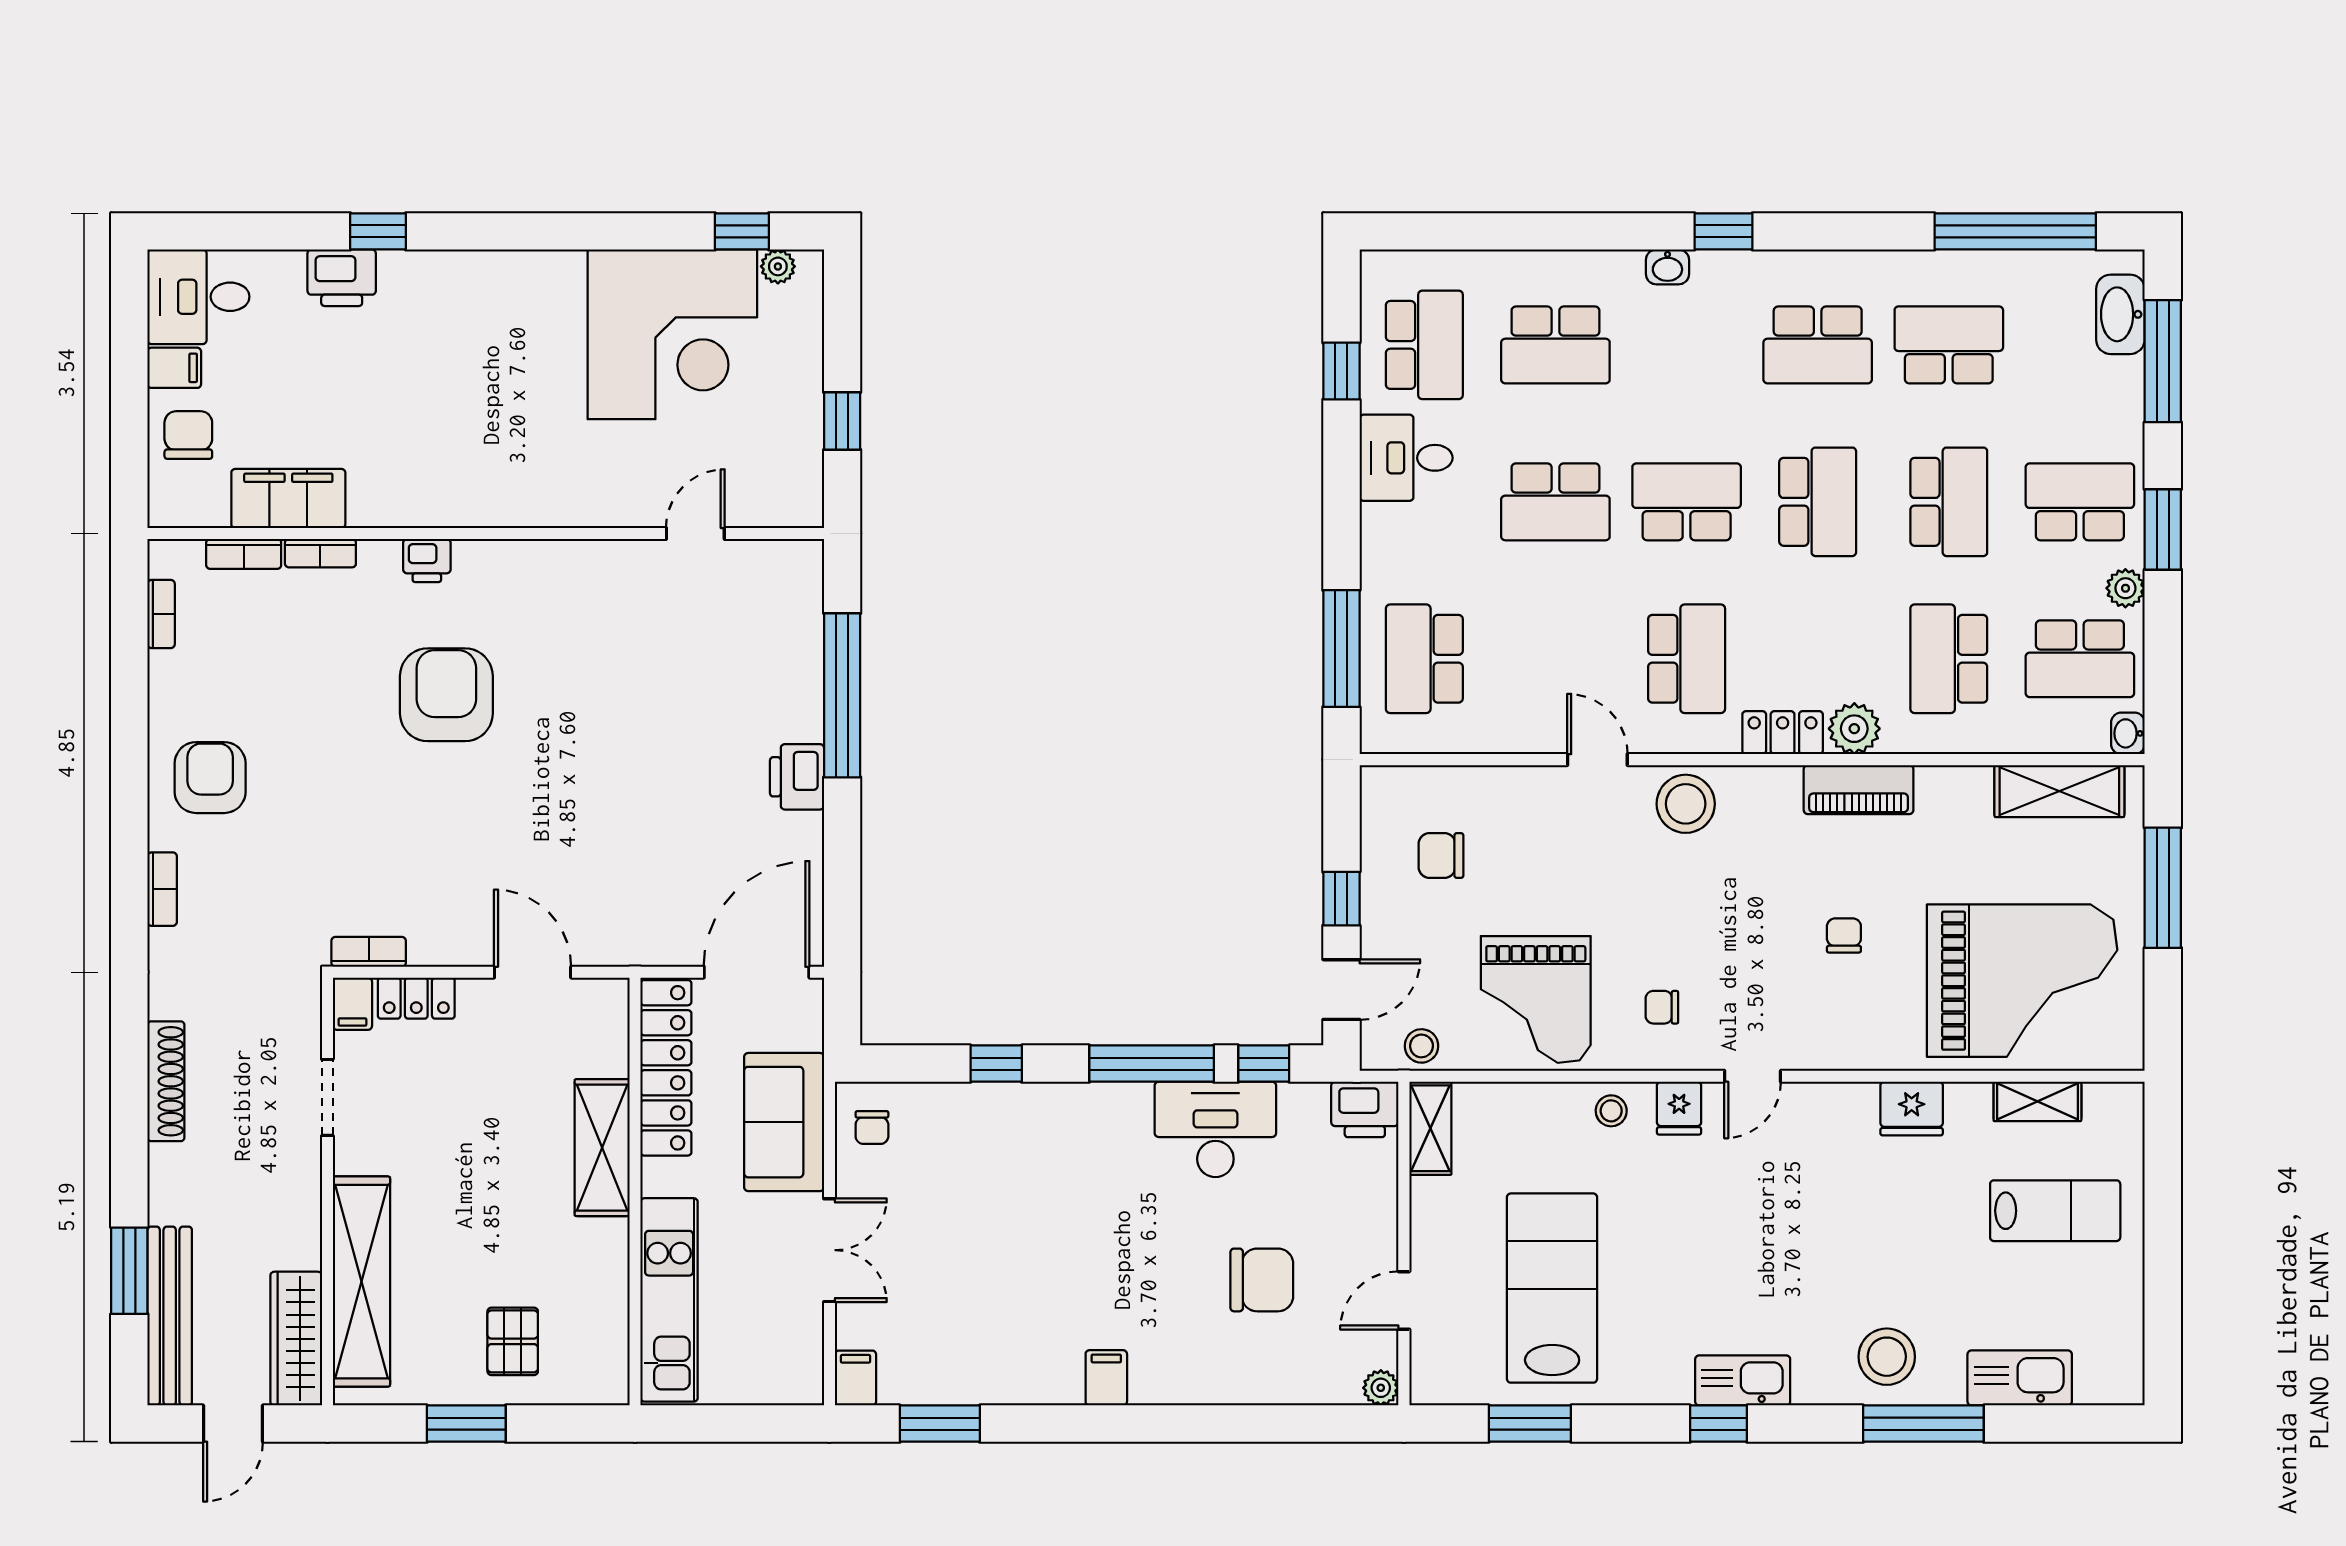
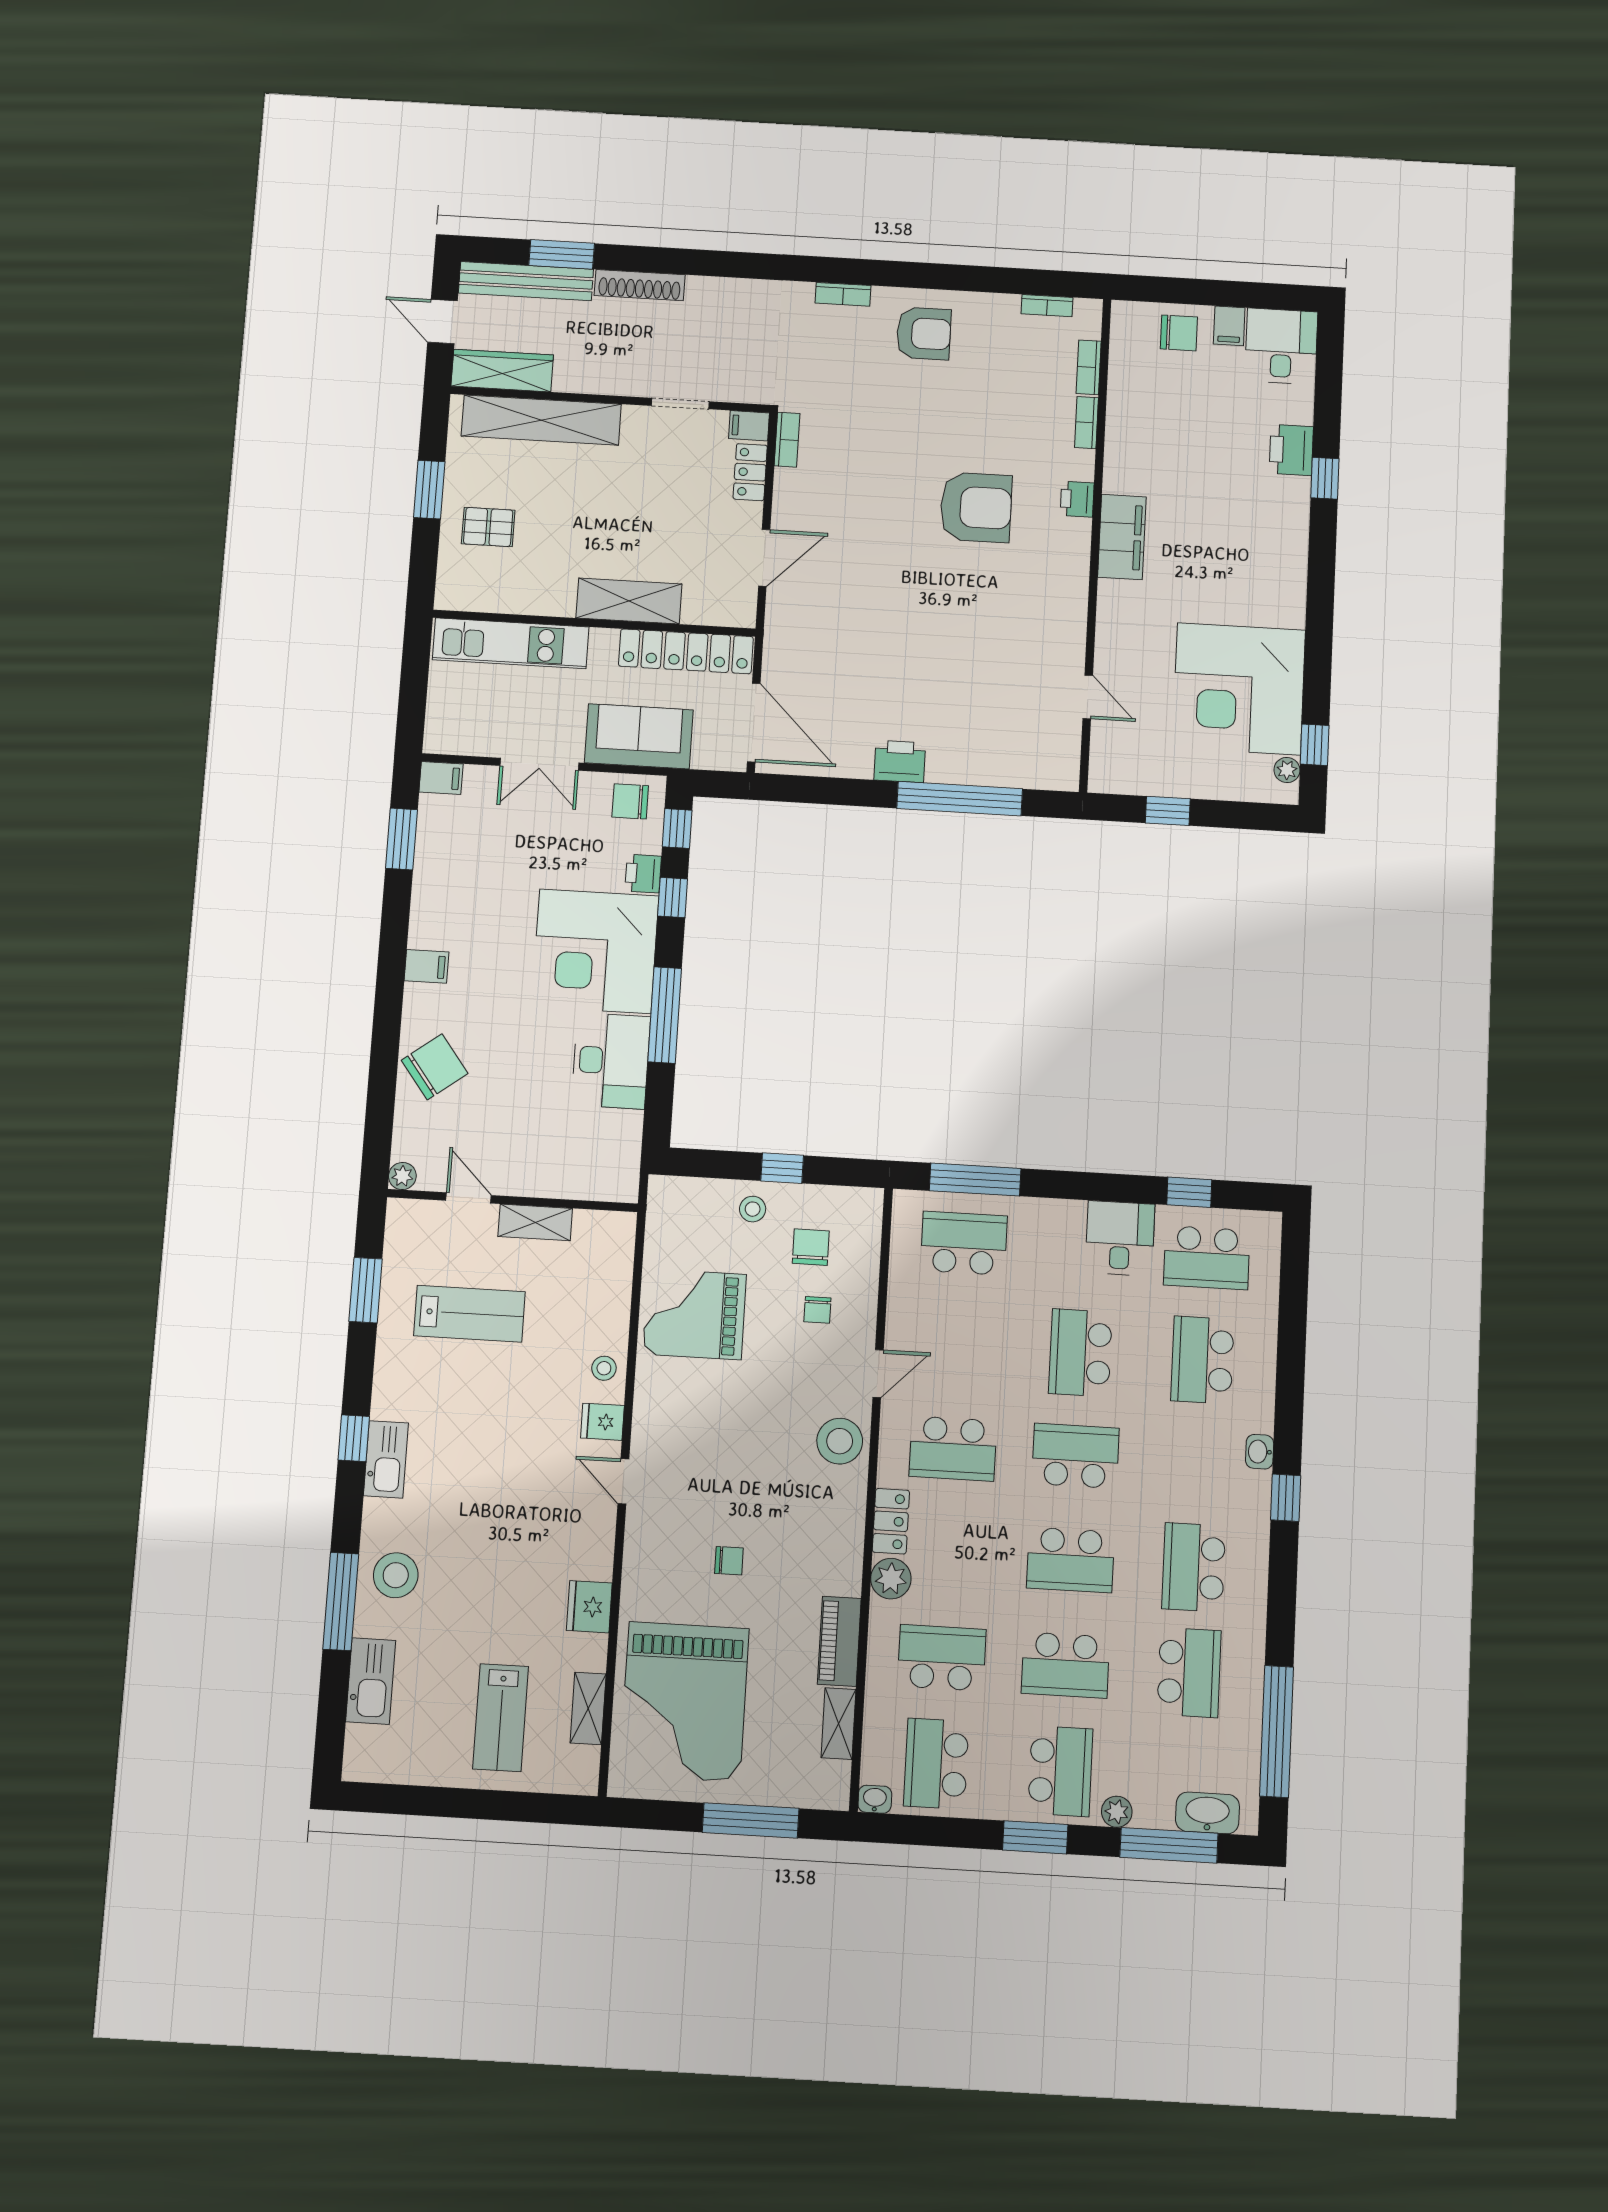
filing cabinet: (288, 498) -> (1122, 537), moved
school desk: (1687, 502) -> (1075, 1456), turned -90
plant: (2125, 588) -> (1117, 1812), moved
piano: (1859, 790) -> (839, 1641), moved
shelving: (2059, 791) -> (838, 1724), width x0.67, depth x0.75
door: (1341, 990) -> (712, 1164), removed
chair: (1662, 1007) -> (817, 1310), moved, turned 180
stool: (1422, 1046) -> (753, 1209), moved
window: (1264, 1064) -> (677, 828), moved
shoe rack: (166, 1081) -> (640, 285), moved
printer: (1365, 1109) -> (643, 874), moved, width x0.73, depth x0.81
chair: (872, 1128) -> (630, 801), width x1.37, depth x1.37
shelving: (1430, 1128) -> (535, 1222), moved
corner desk: (1073, 1160) -> (595, 951), added
chair: (1262, 1280) -> (435, 1067), moved, turned -127
lab bench: (1552, 1288) -> (469, 1314), width x0.73, depth x0.72

